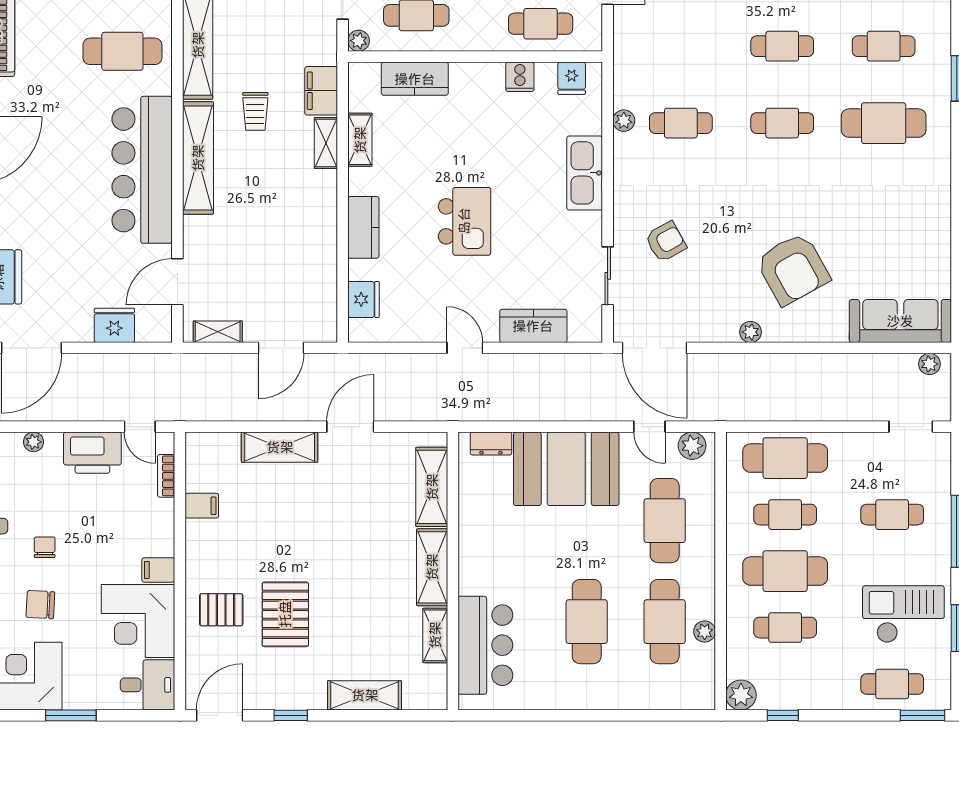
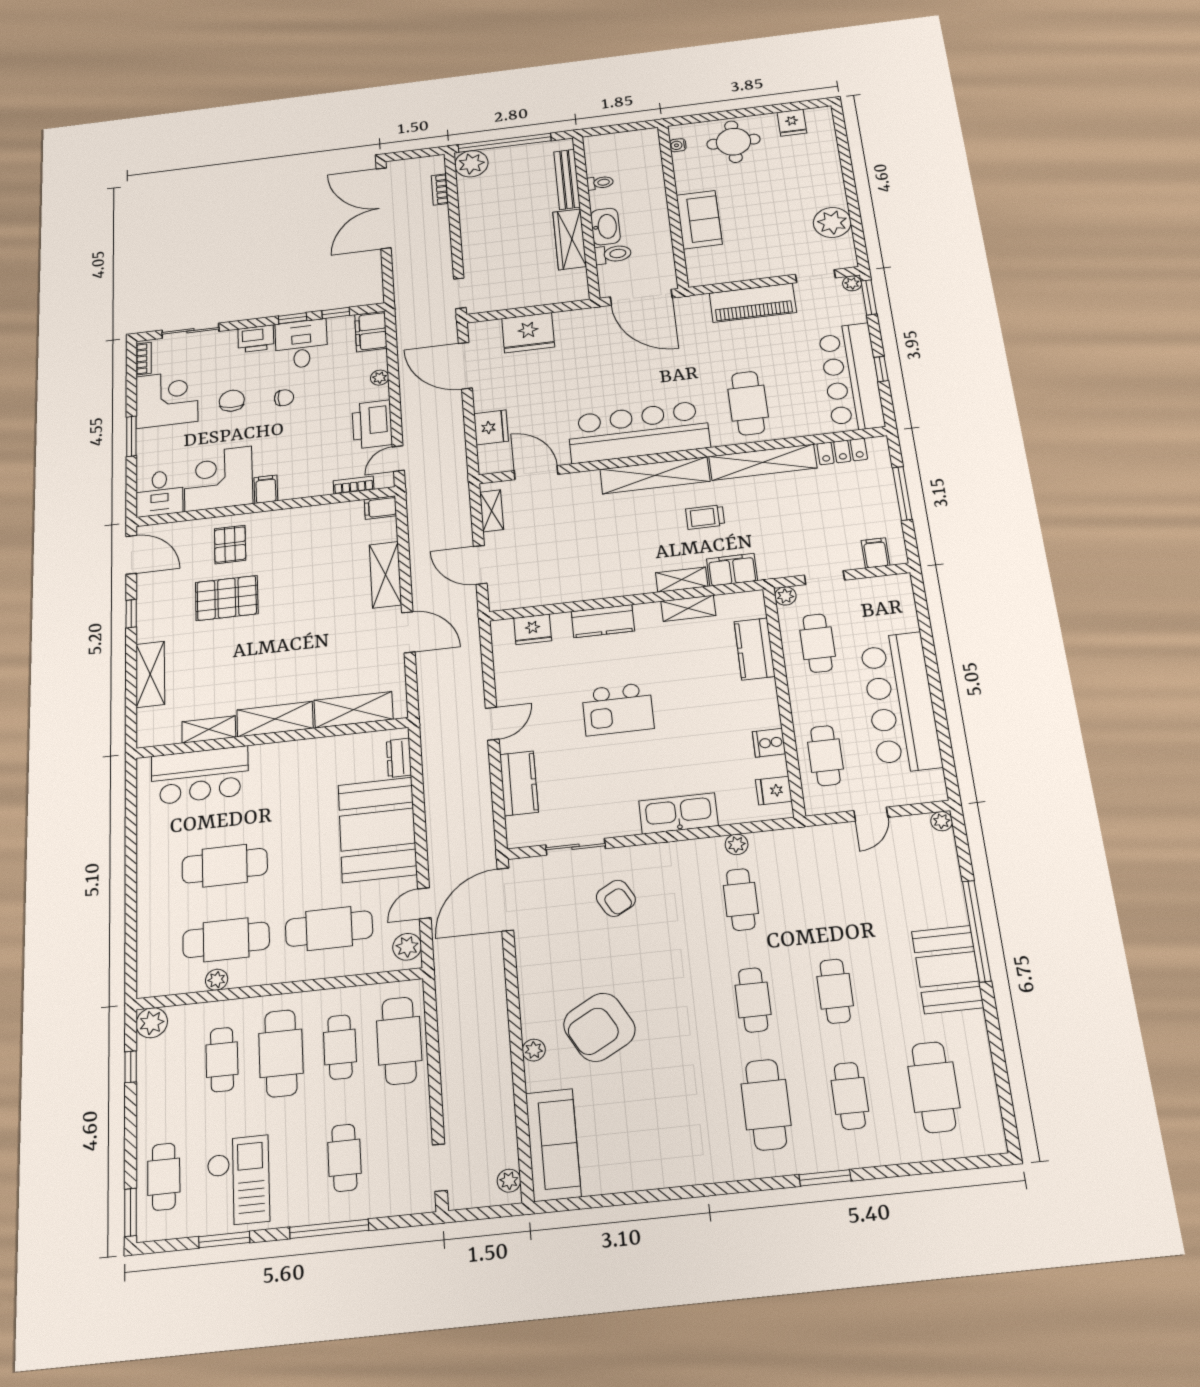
plant: (751, 332) -> (534, 1050), moved
filing cabinet: (202, 506) -> (380, 508), moved, turned 90

